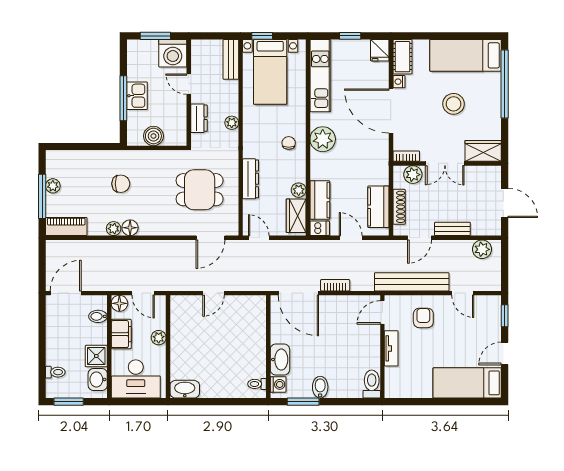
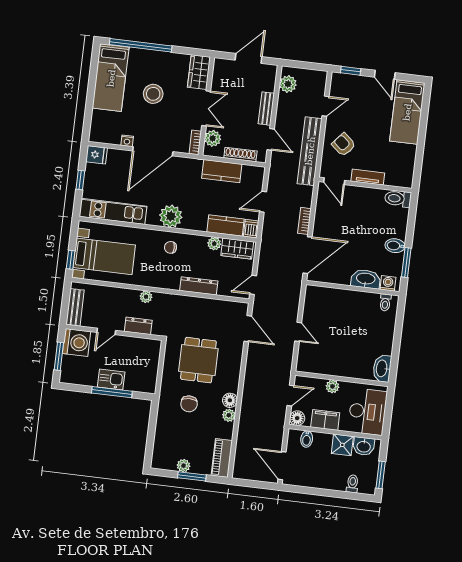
cot: (402, 57) -> (105, 135), removed
bench: (231, 59) -> (75, 307), moved, turned 90
boiler: (153, 136) -> (149, 369), removed
chair: (121, 184) -> (189, 404), turned 180
dining table: (200, 190) -> (198, 360), moved
window: (42, 196) -> (192, 476), width x0.69
kitchen counter: (378, 207) -> (222, 171), moved
armchair: (423, 318) -> (344, 145), turned 40

